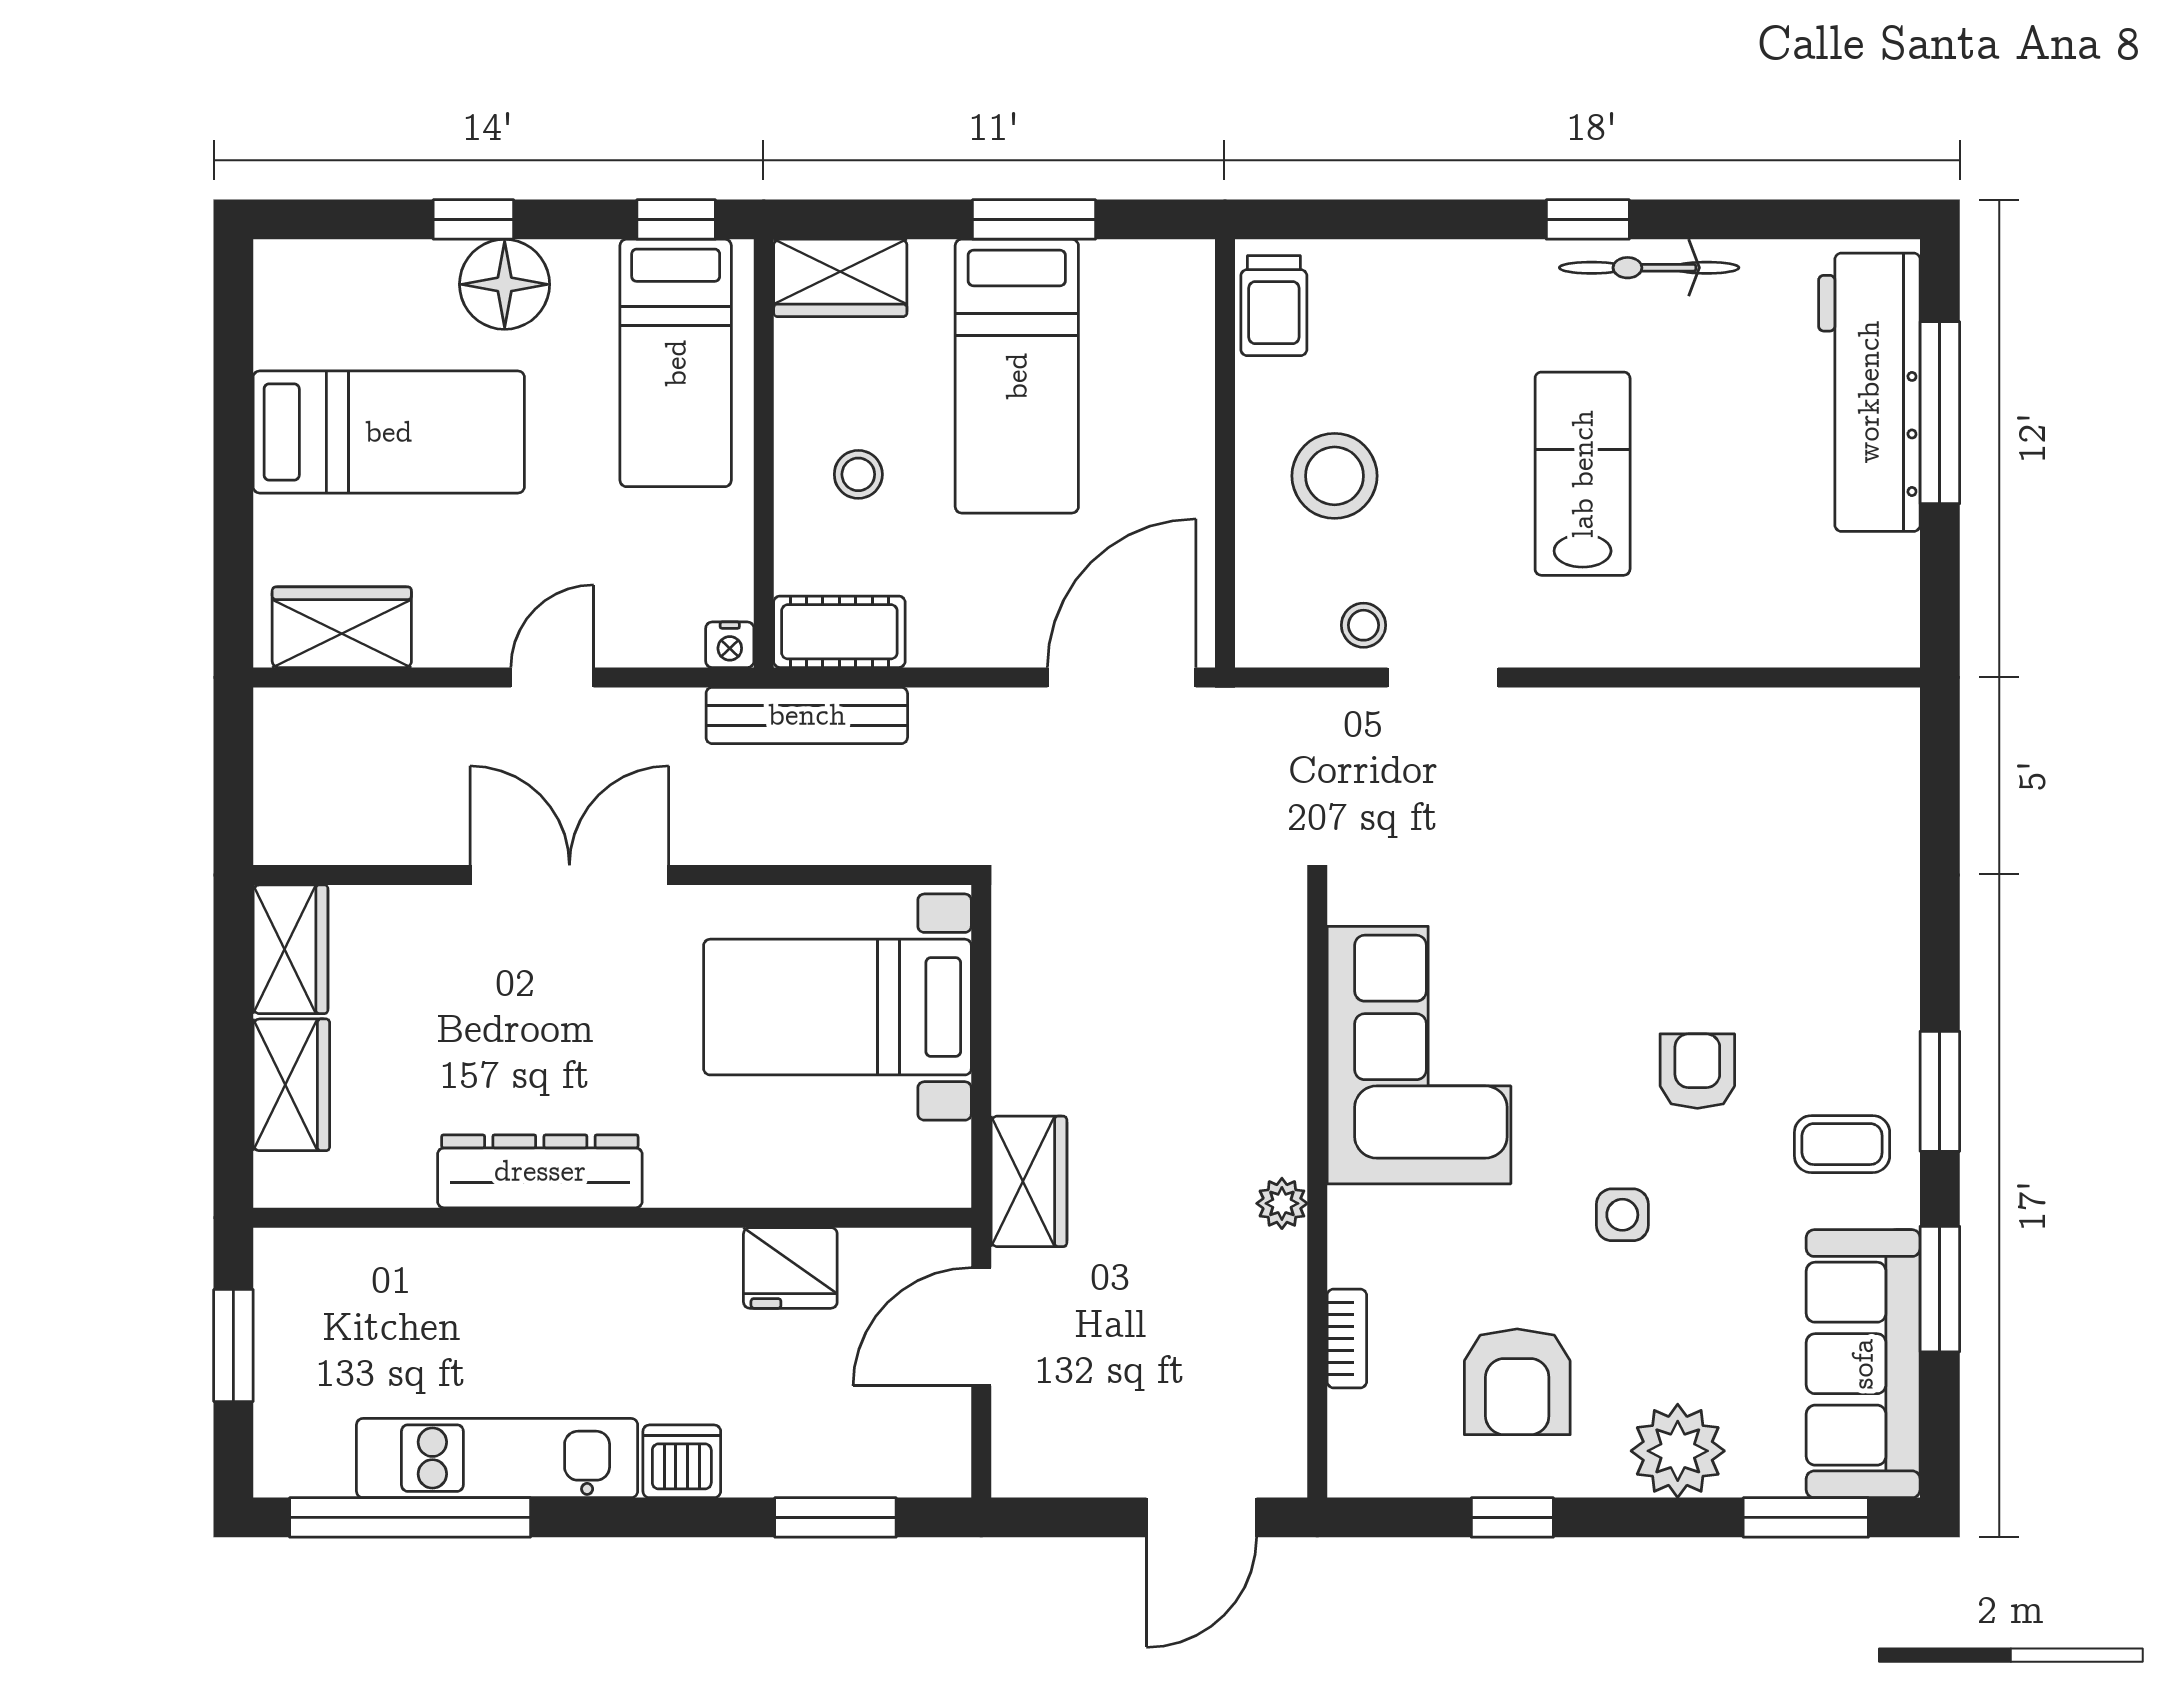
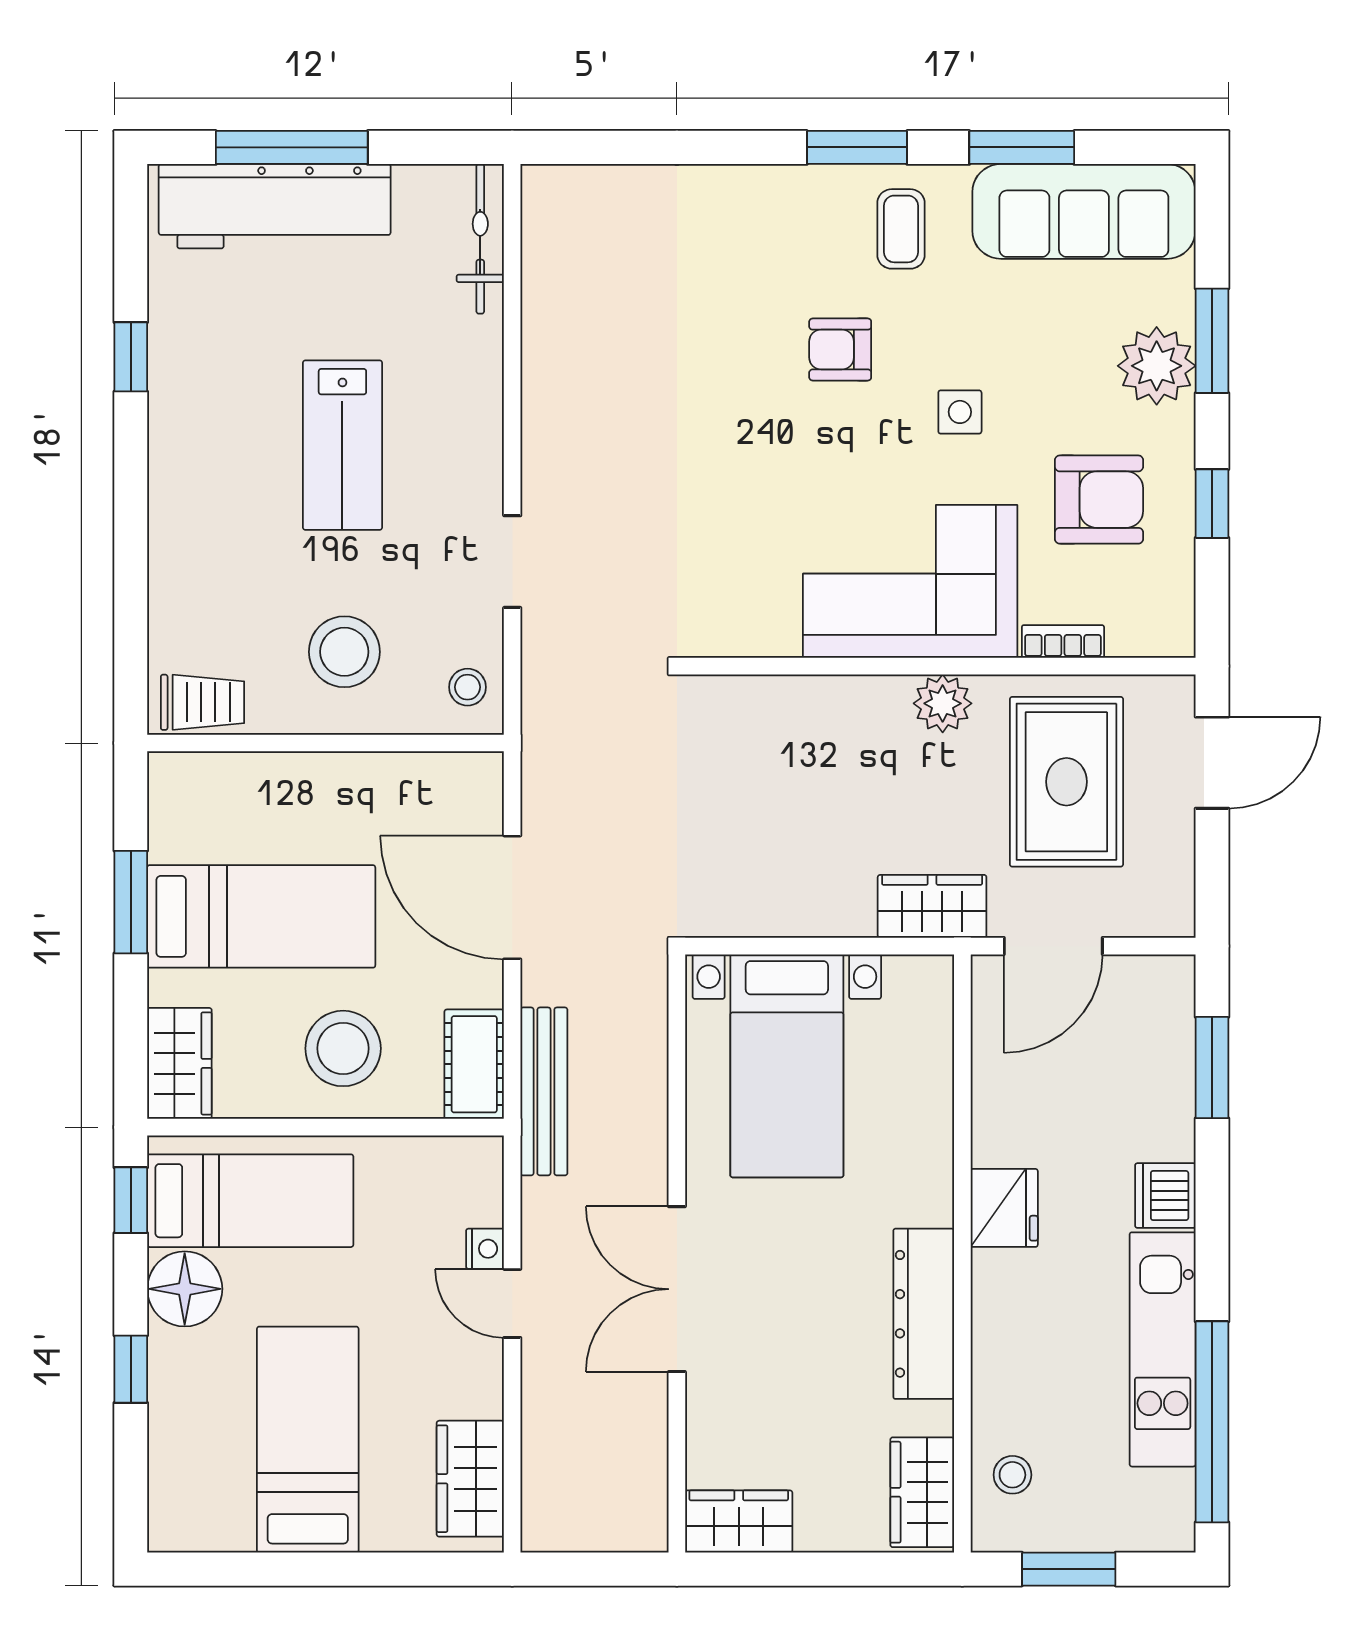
window: (1588, 219) -> (131, 357), moved
bicycle: (1649, 268) -> (480, 239), moved, turned 180
floor lamp: (505, 284) -> (185, 1289), moved
stool: (858, 474) -> (343, 1048), width x1.89, depth x1.89
lab bench: (1583, 474) -> (342, 445), turned -90
stool: (1363, 625) -> (468, 687), moved
nightstand: (730, 645) -> (485, 1249), moved
door: (1122, 677) -> (512, 897), moved
corner sofa: (1419, 1055) -> (910, 581), moved
wardrobe: (291, 1085) -> (922, 1492), moved, turned -90
plant: (1282, 1203) -> (943, 703), width x1.38, depth x1.38
fridge: (790, 1268) -> (1004, 1208), moved
stool: (347, 1278) -> (1012, 1475), added
door: (981, 1327) -> (1053, 946), hinge flipped
rug: (1178, 1343) -> (1066, 782), added
door: (1201, 1517) -> (1212, 763), hinge flipped
window: (1806, 1517) -> (1212, 341), moved

